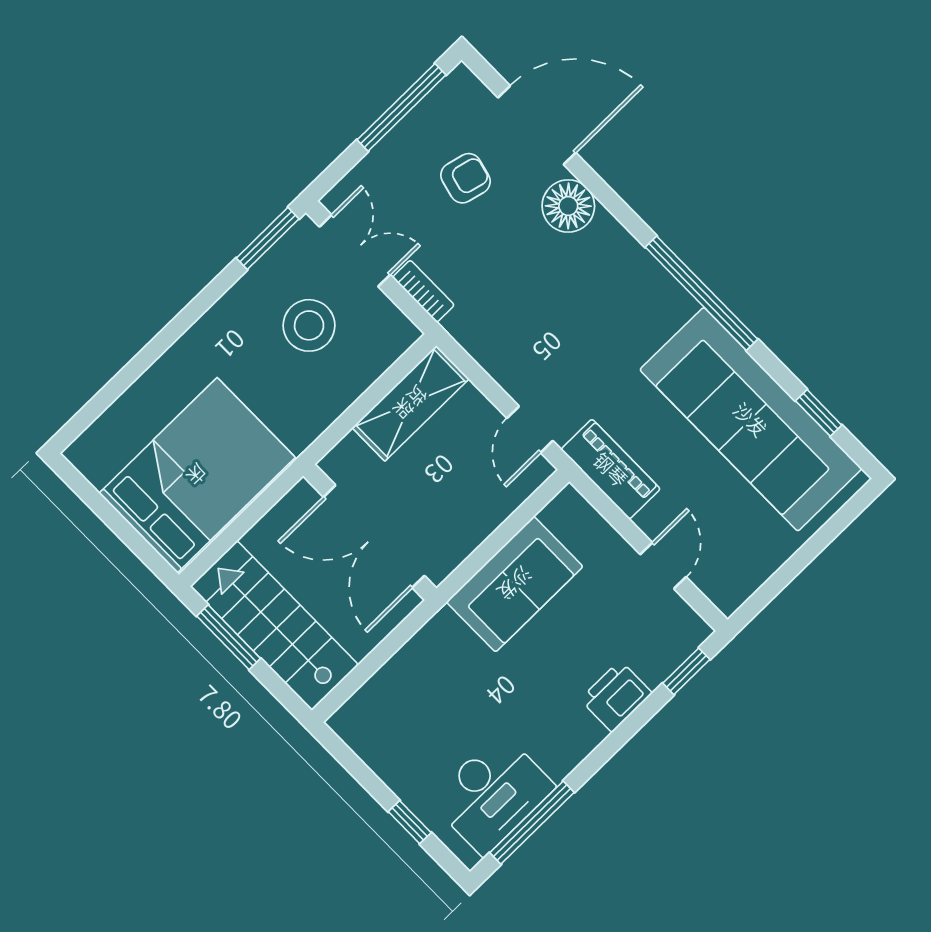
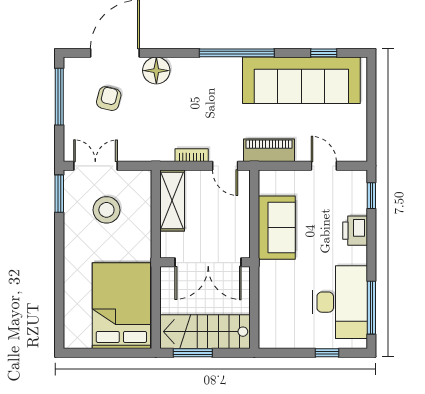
bookcase: (423, 291) -> (192, 155), moved
desk: (492, 794) -> (340, 302), width x1.36, depth x1.30

